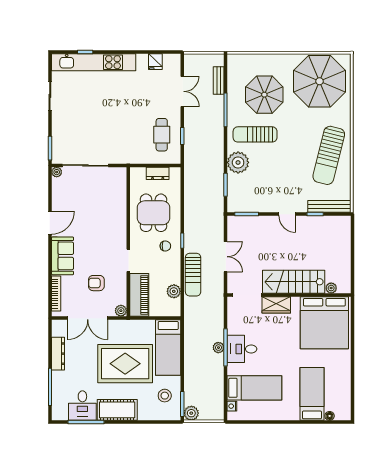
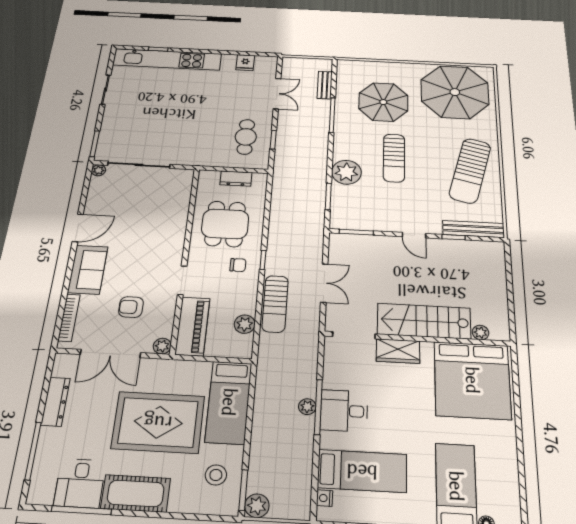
sun lounger: (255, 134) -> (394, 158), moved, turned -90

